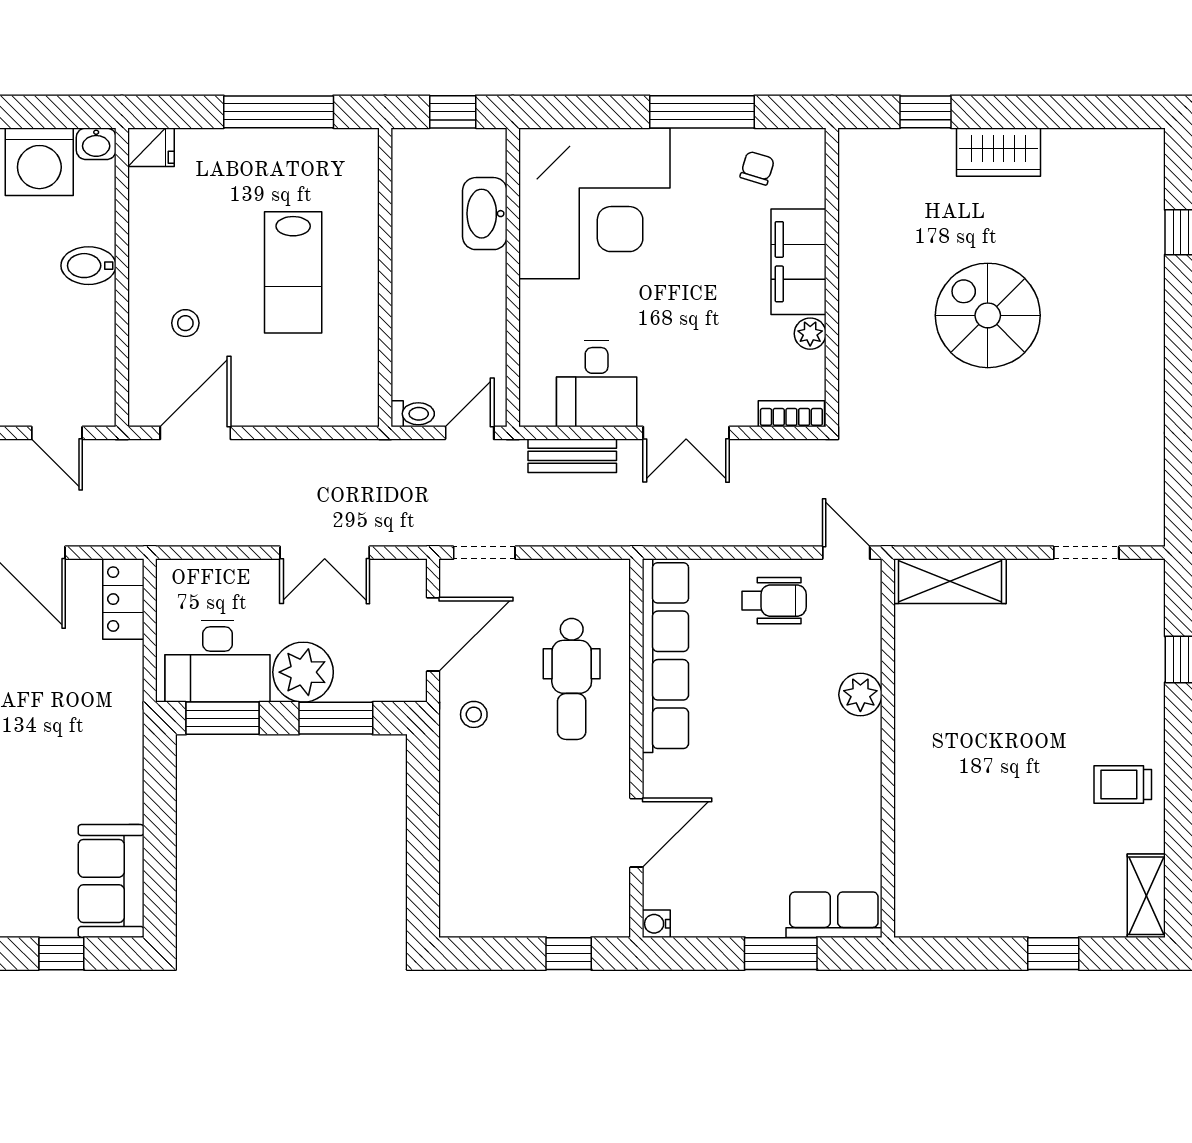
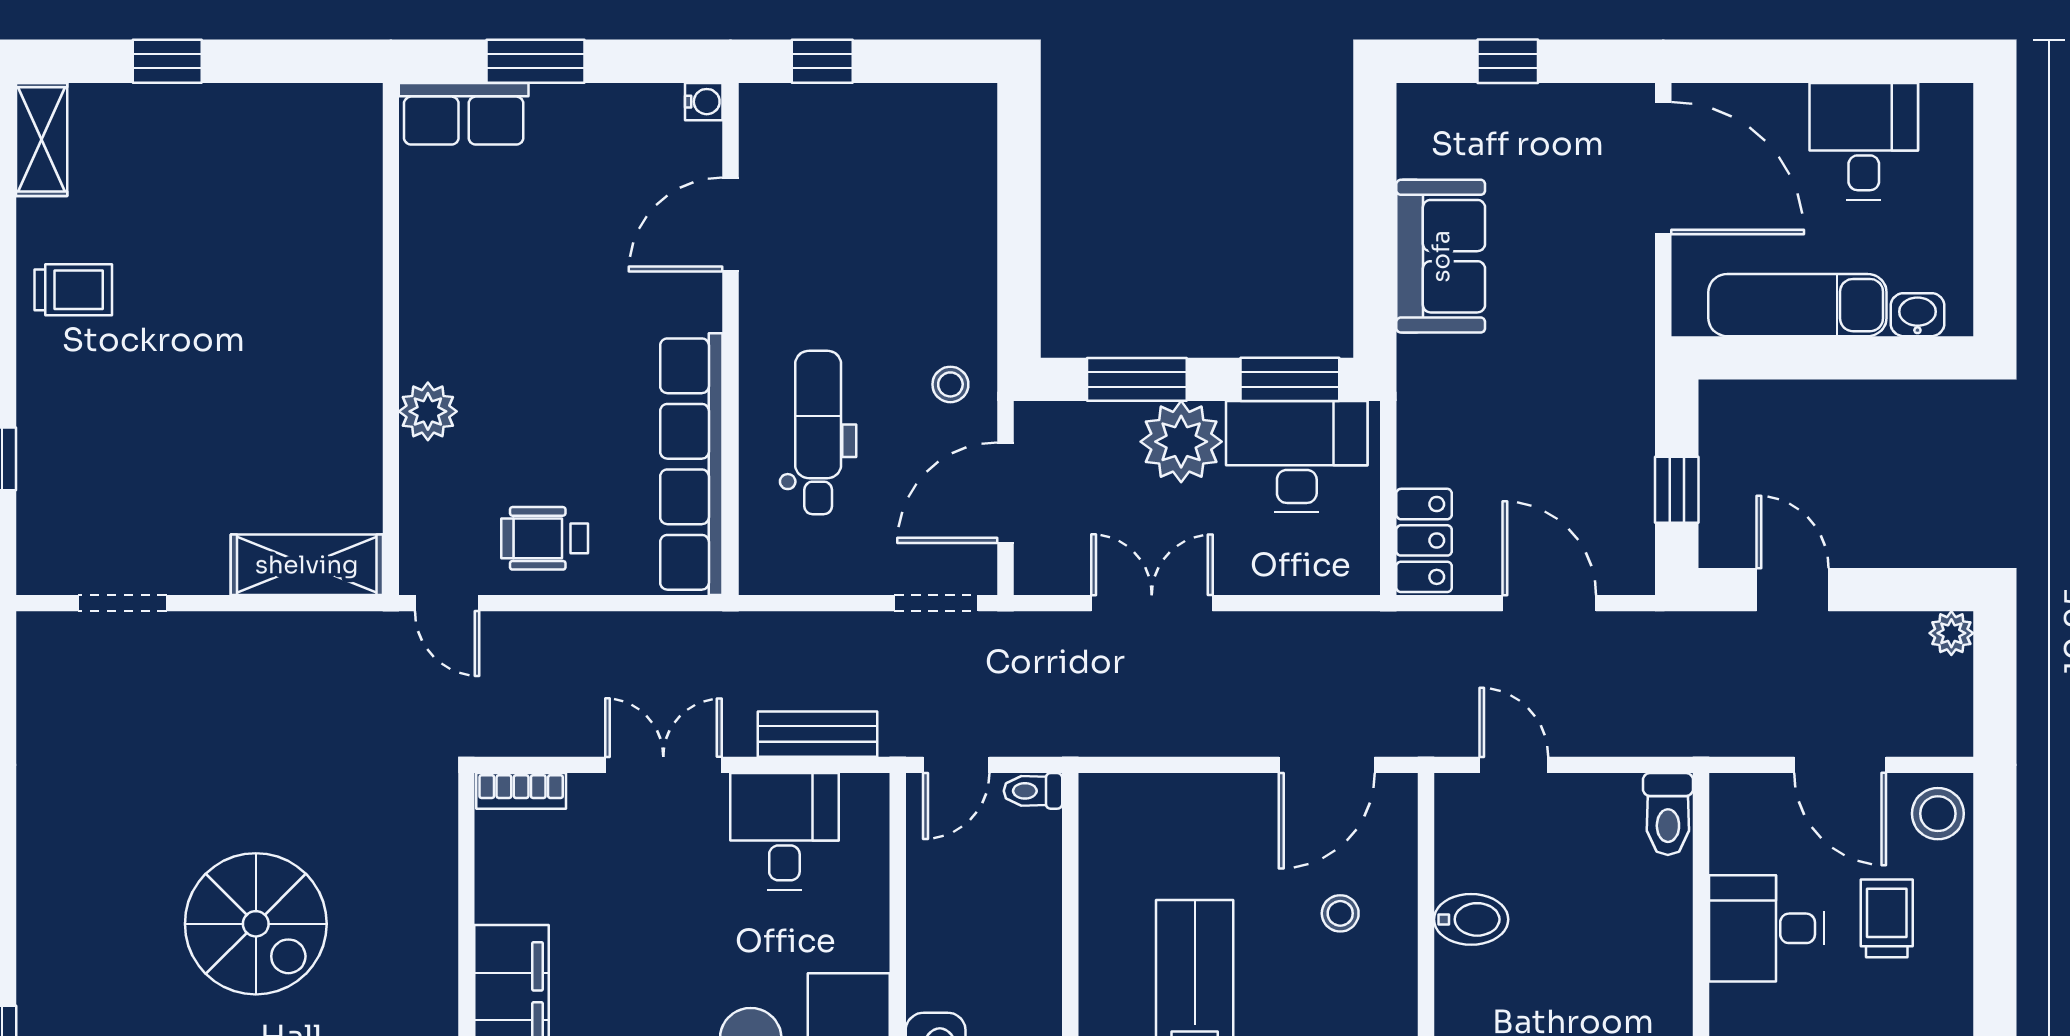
bidet: (88, 266) -> (1471, 919), moved
plant: (810, 334) -> (496, 899), removed
sofa: (111, 881) -> (1441, 256), moved

